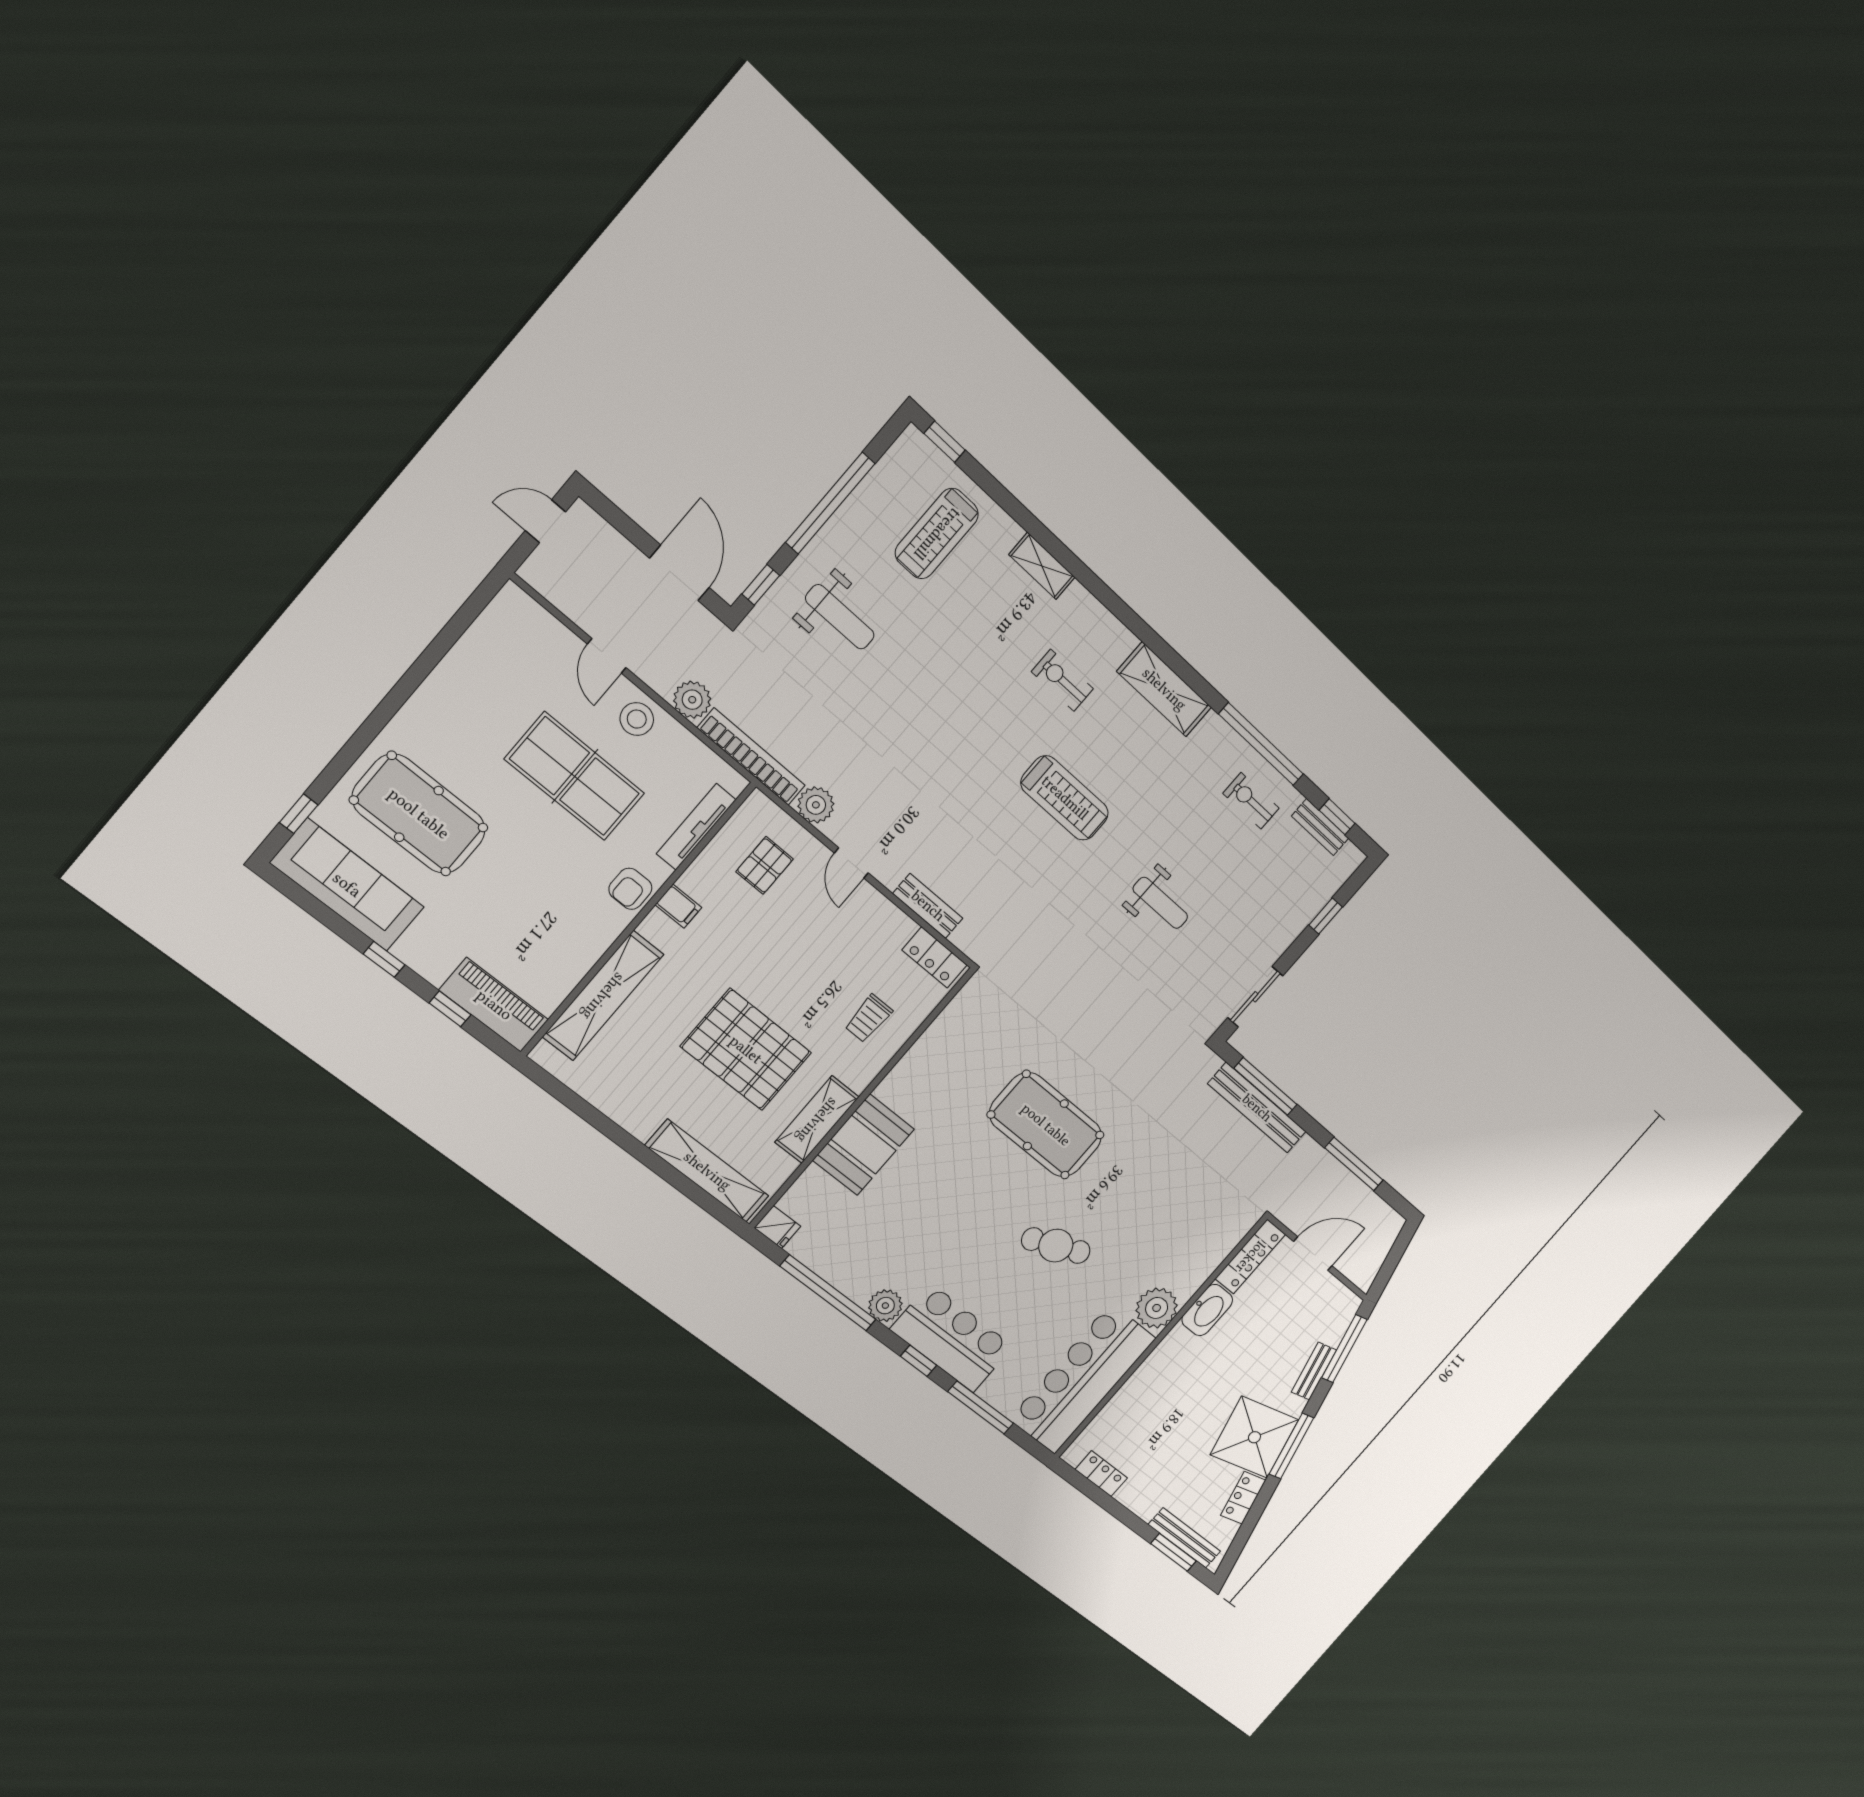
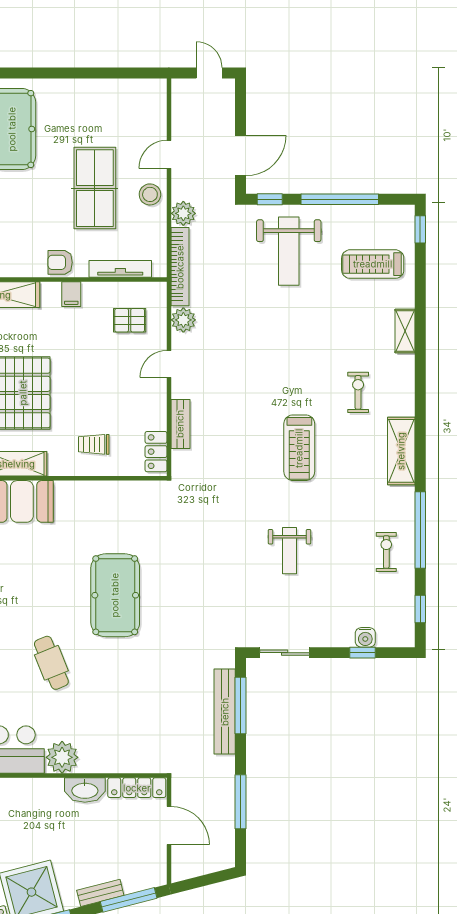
weight bench: (840, 617) -> (289, 251), width x1.36, depth x1.33
bench: (1320, 827) -> (406, 604), removed
water cooler: (1314, 900) -> (365, 637), added

